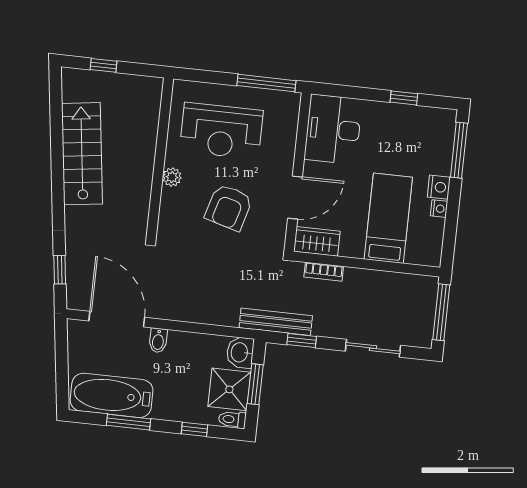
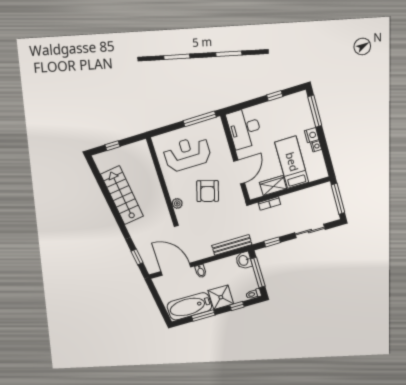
reception desk: (221, 131) -> (187, 154), turned 180
plant: (172, 177) -> (177, 203), moved
wardrobe: (317, 241) -> (273, 186), moved
bench: (276, 322) -> (232, 245), moved
window: (255, 384) -> (258, 273), width x1.44
shower: (229, 389) -> (221, 297), moved

